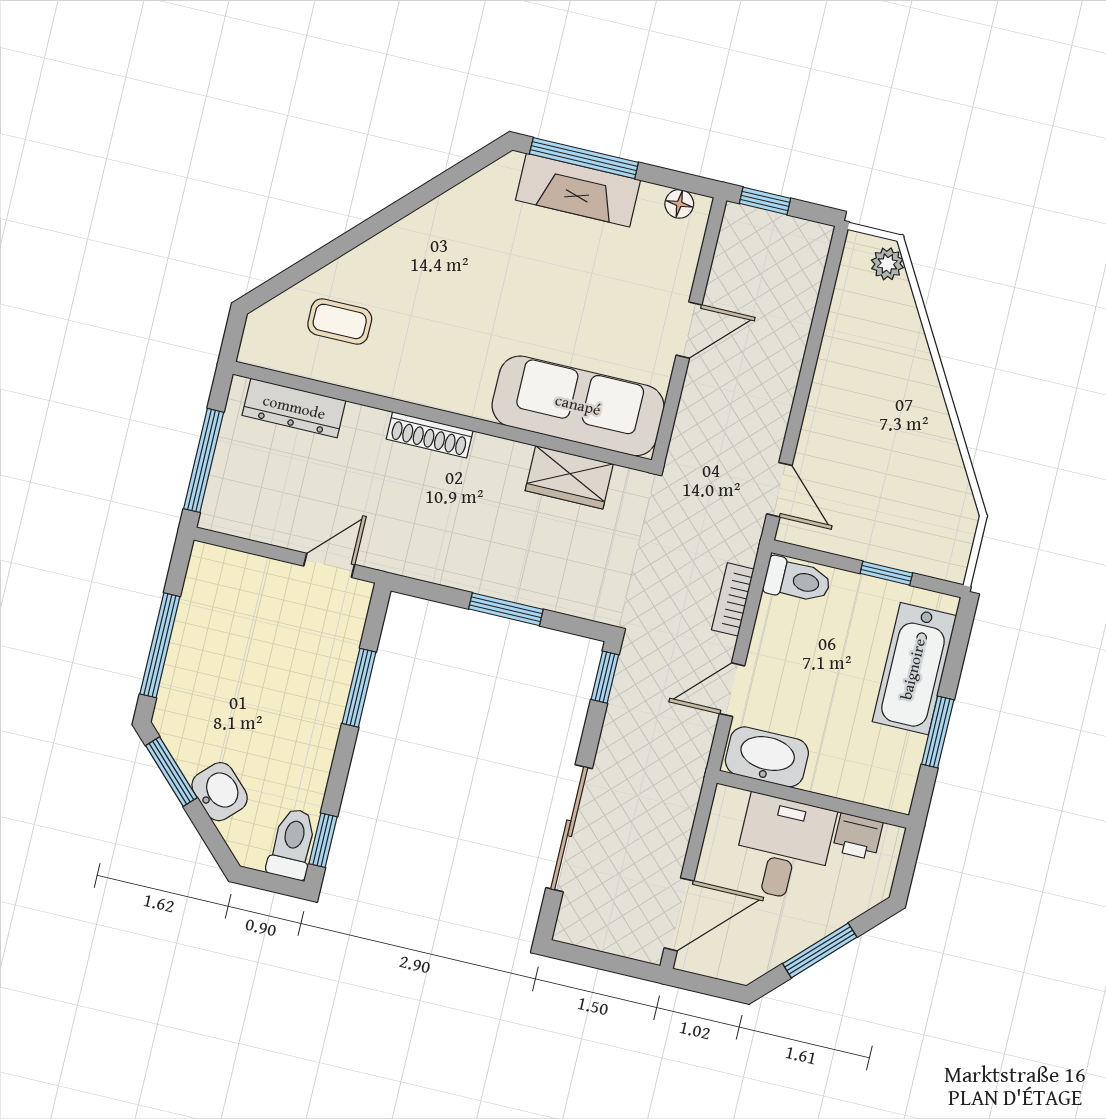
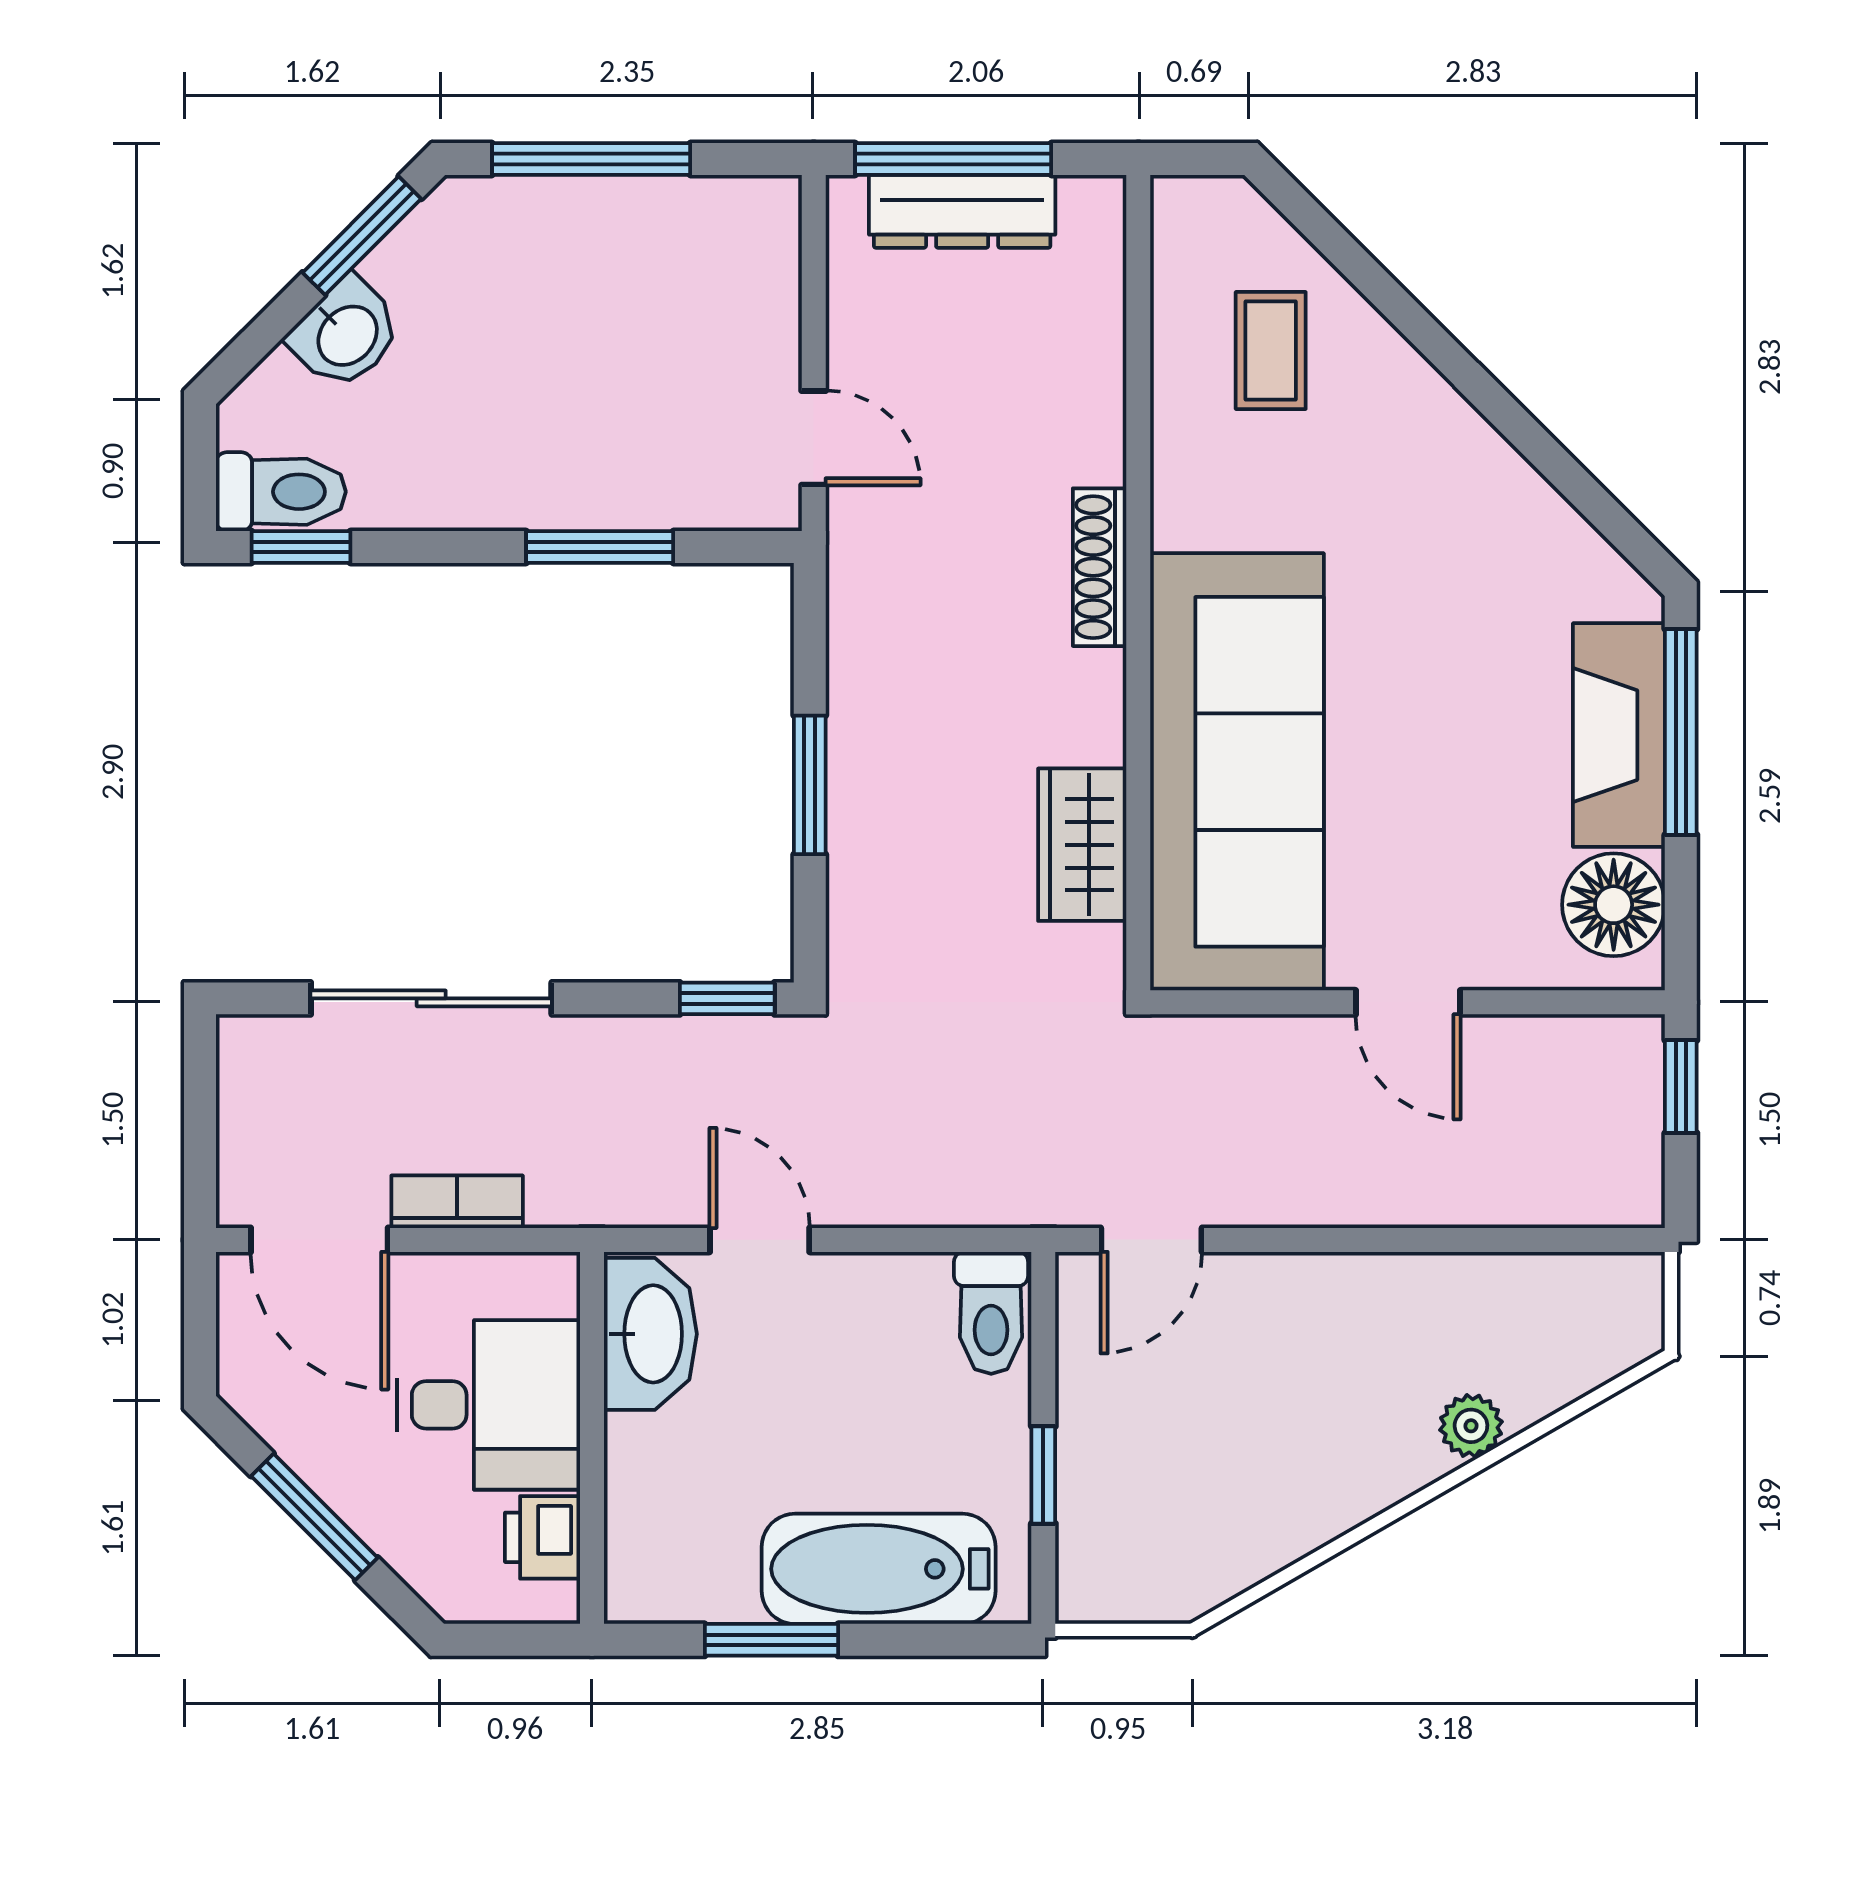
floor lamp: (679, 204) -> (1614, 905), width x1.89, depth x1.89
plant: (887, 264) -> (1471, 1426), moved
sofa: (578, 406) -> (1237, 772), width x1.36, depth x1.27
dresser: (294, 408) -> (962, 211), moved, turned -90
bookcase: (733, 599) -> (457, 1202), moved

